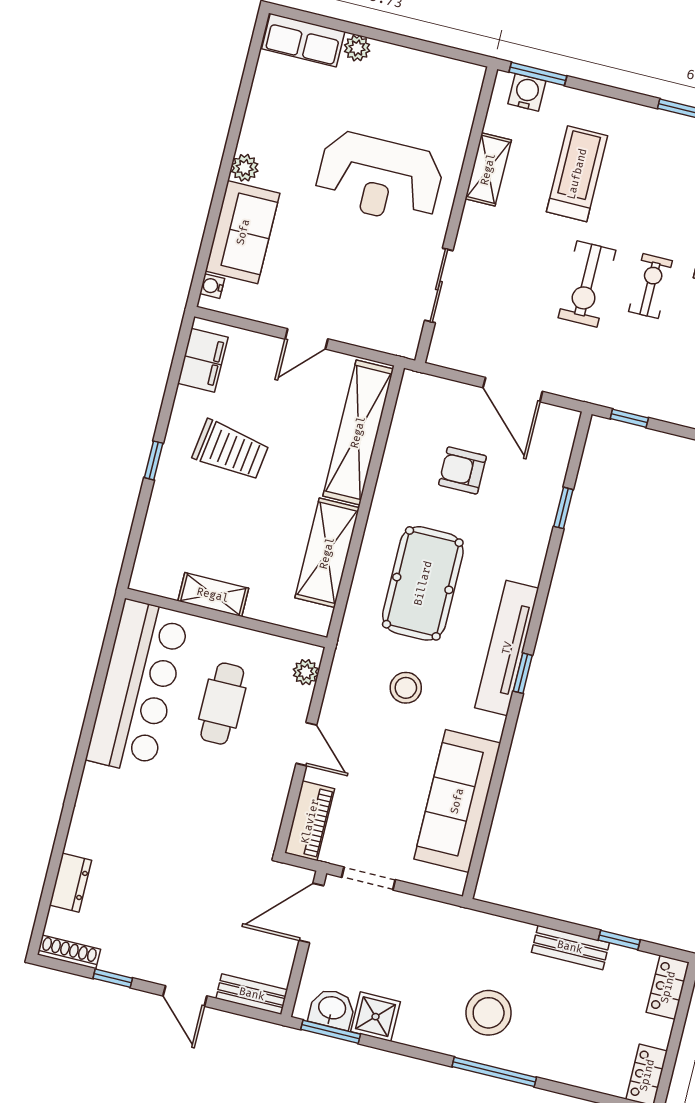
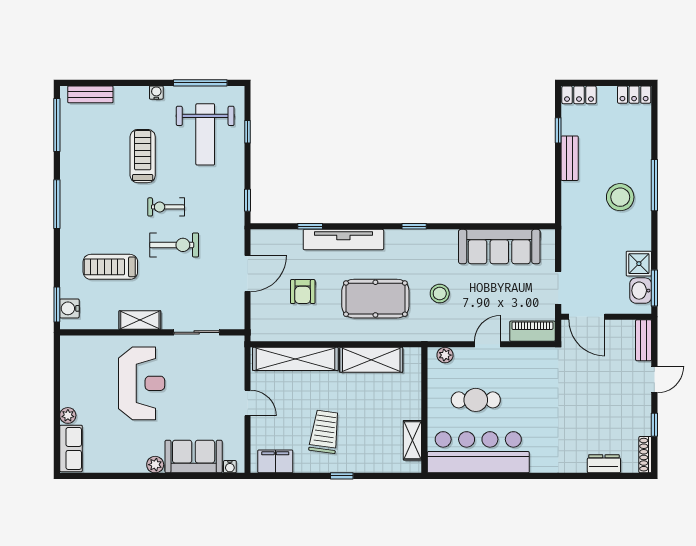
shelving: (488, 169) -> (140, 320), moved
shelving: (213, 595) -> (412, 440), moved
tv unit: (507, 648) -> (343, 240), moved

